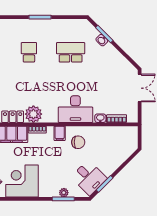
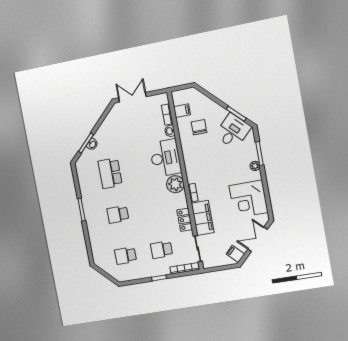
plant: (33, 114) -> (175, 184), moved
filing cabinet: (60, 133) -> (182, 111), moved
chair: (78, 142) -> (199, 127), moved
plant: (64, 193) -> (255, 166), moved

